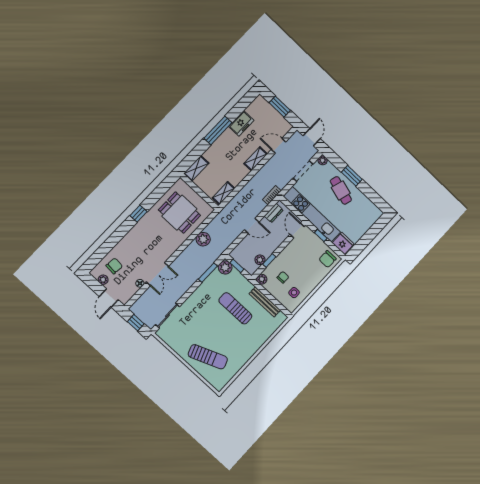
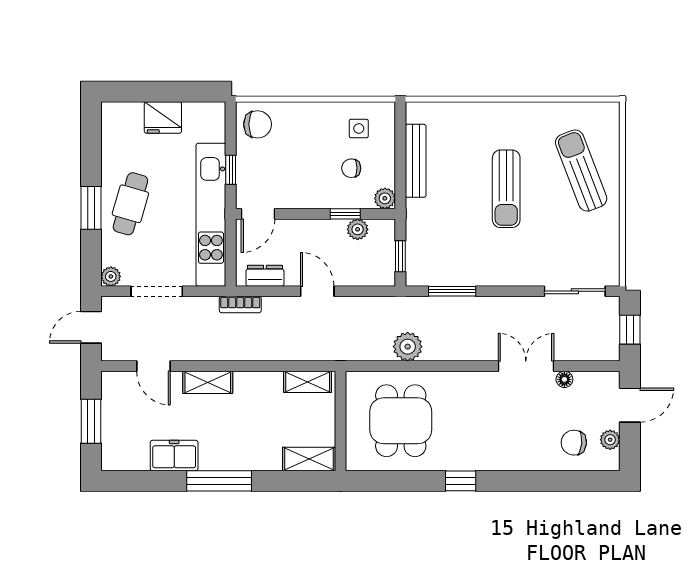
fridge: (343, 243) -> (163, 117), moved, turned -90
plant: (225, 267) -> (420, 272), removed
sun lounger: (235, 308) -> (506, 189), moved

